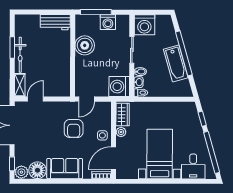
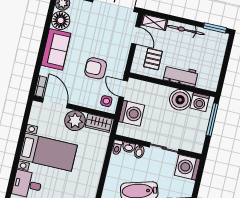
workbench: (55, 22) -> (181, 75), moved, turned 90
washing machine: (108, 22) -> (200, 102), moved, turned -90
window: (12, 48) -> (215, 28), moved
pallet: (53, 78) -> (153, 59), added
washing machine: (119, 87) -> (132, 113), moved, turned 90
plant: (121, 132) -> (75, 121), width x1.87, depth x1.87
side table: (102, 135) -> (106, 101), moved

